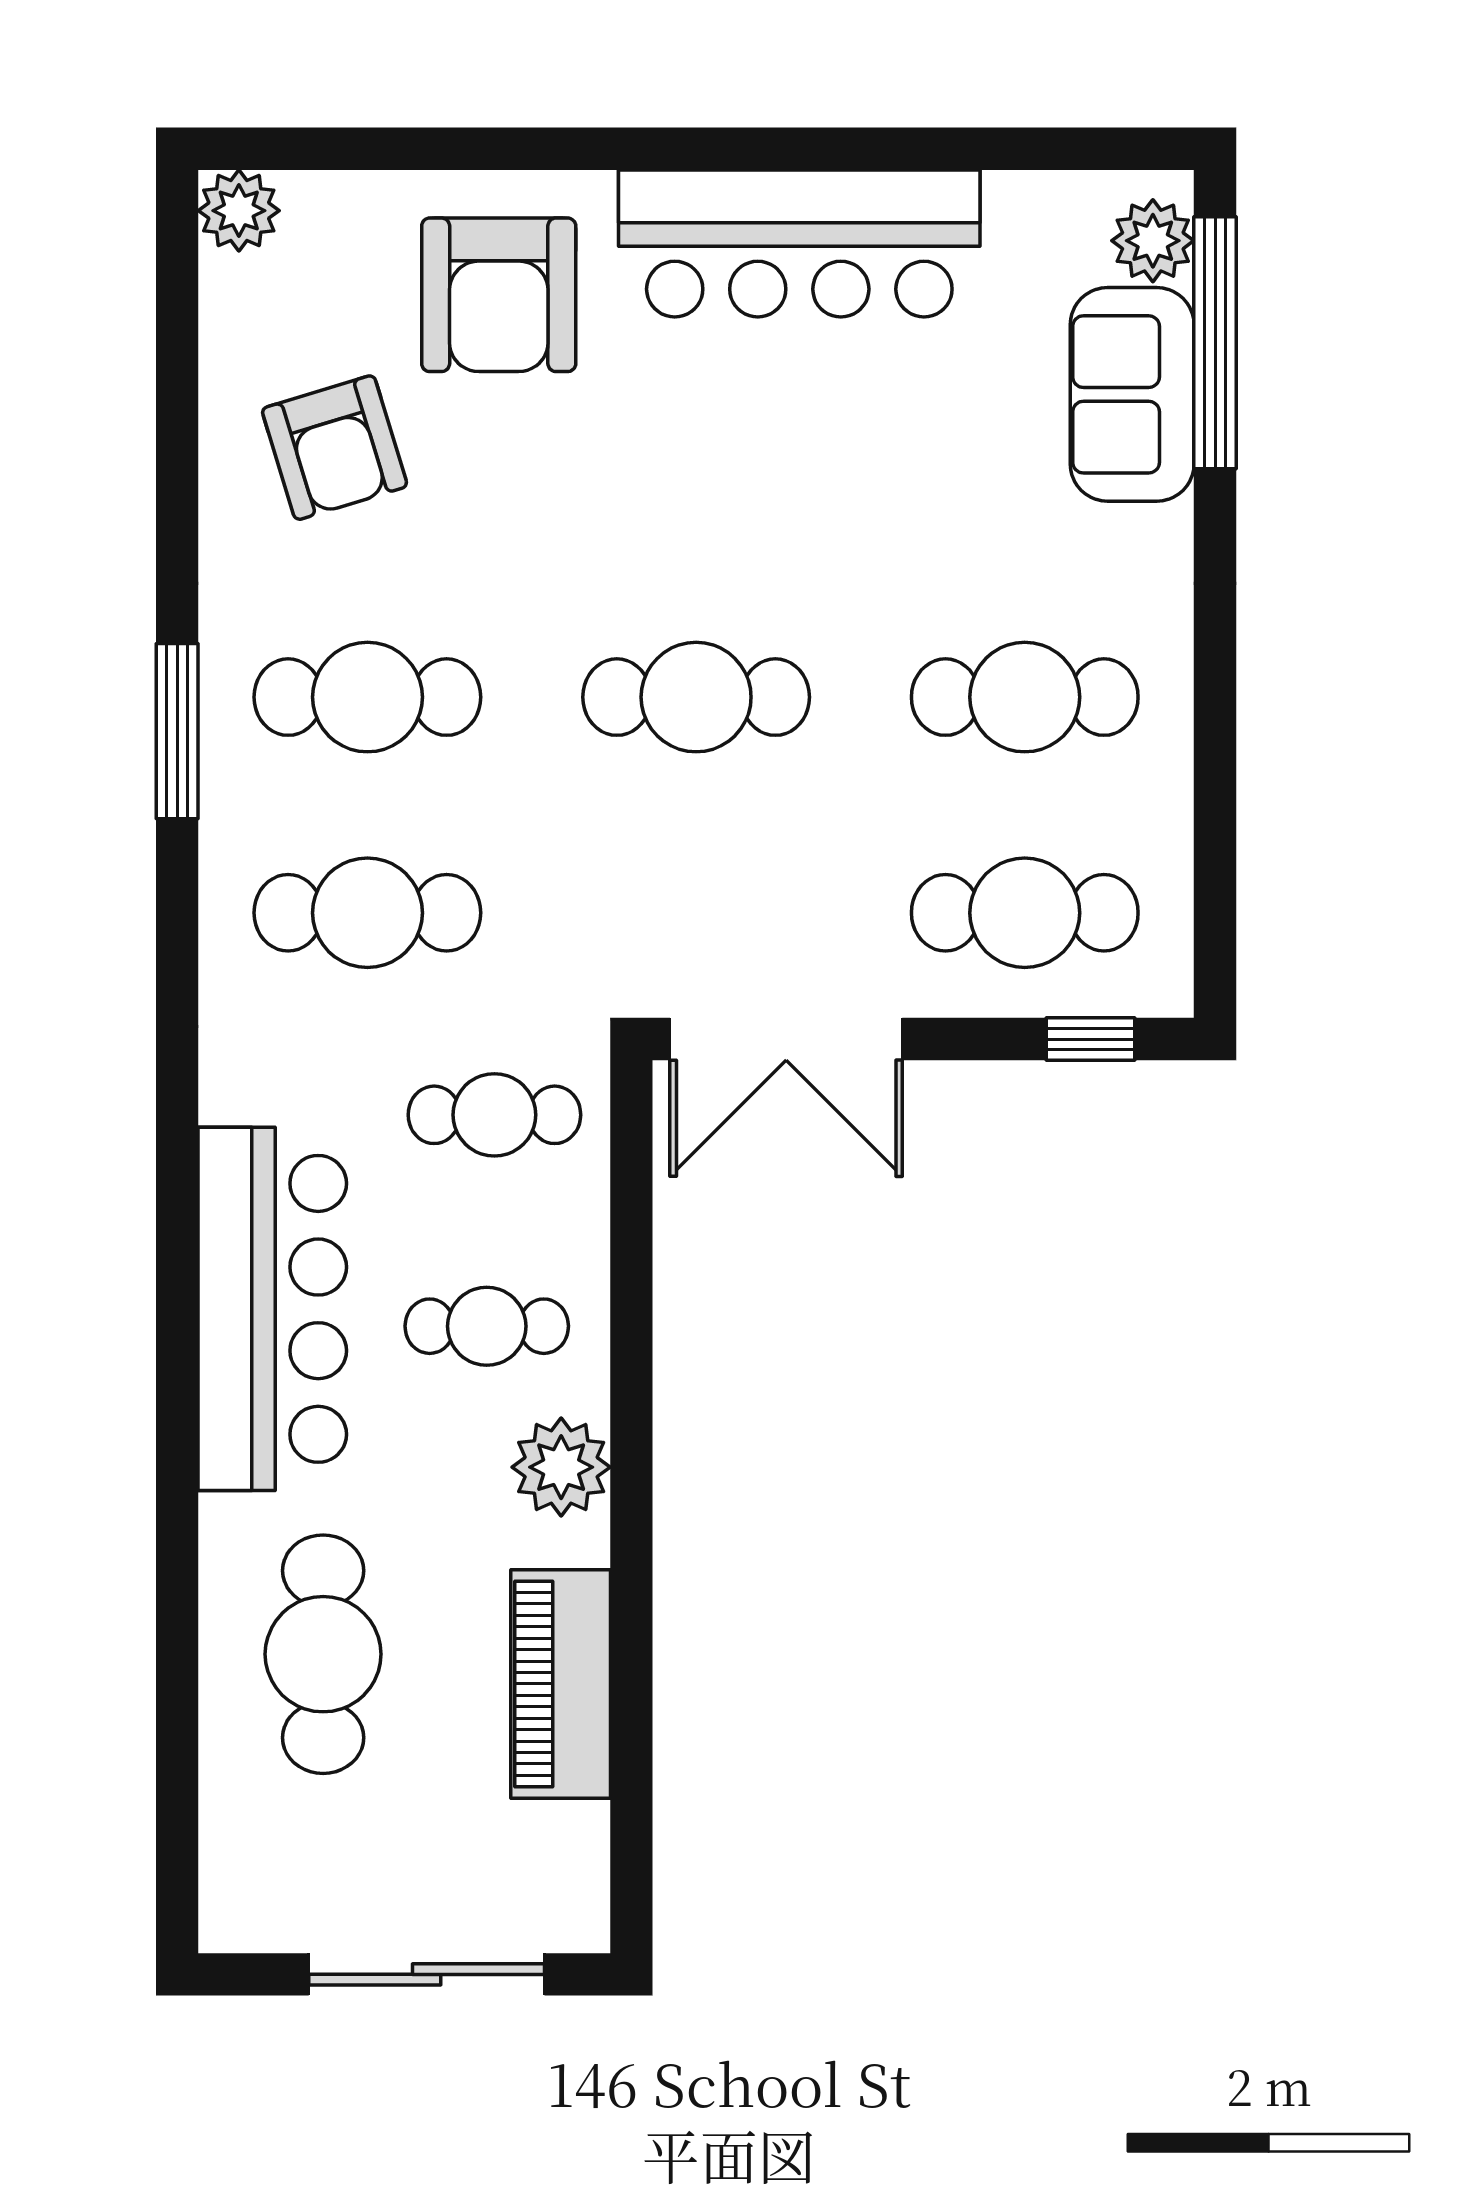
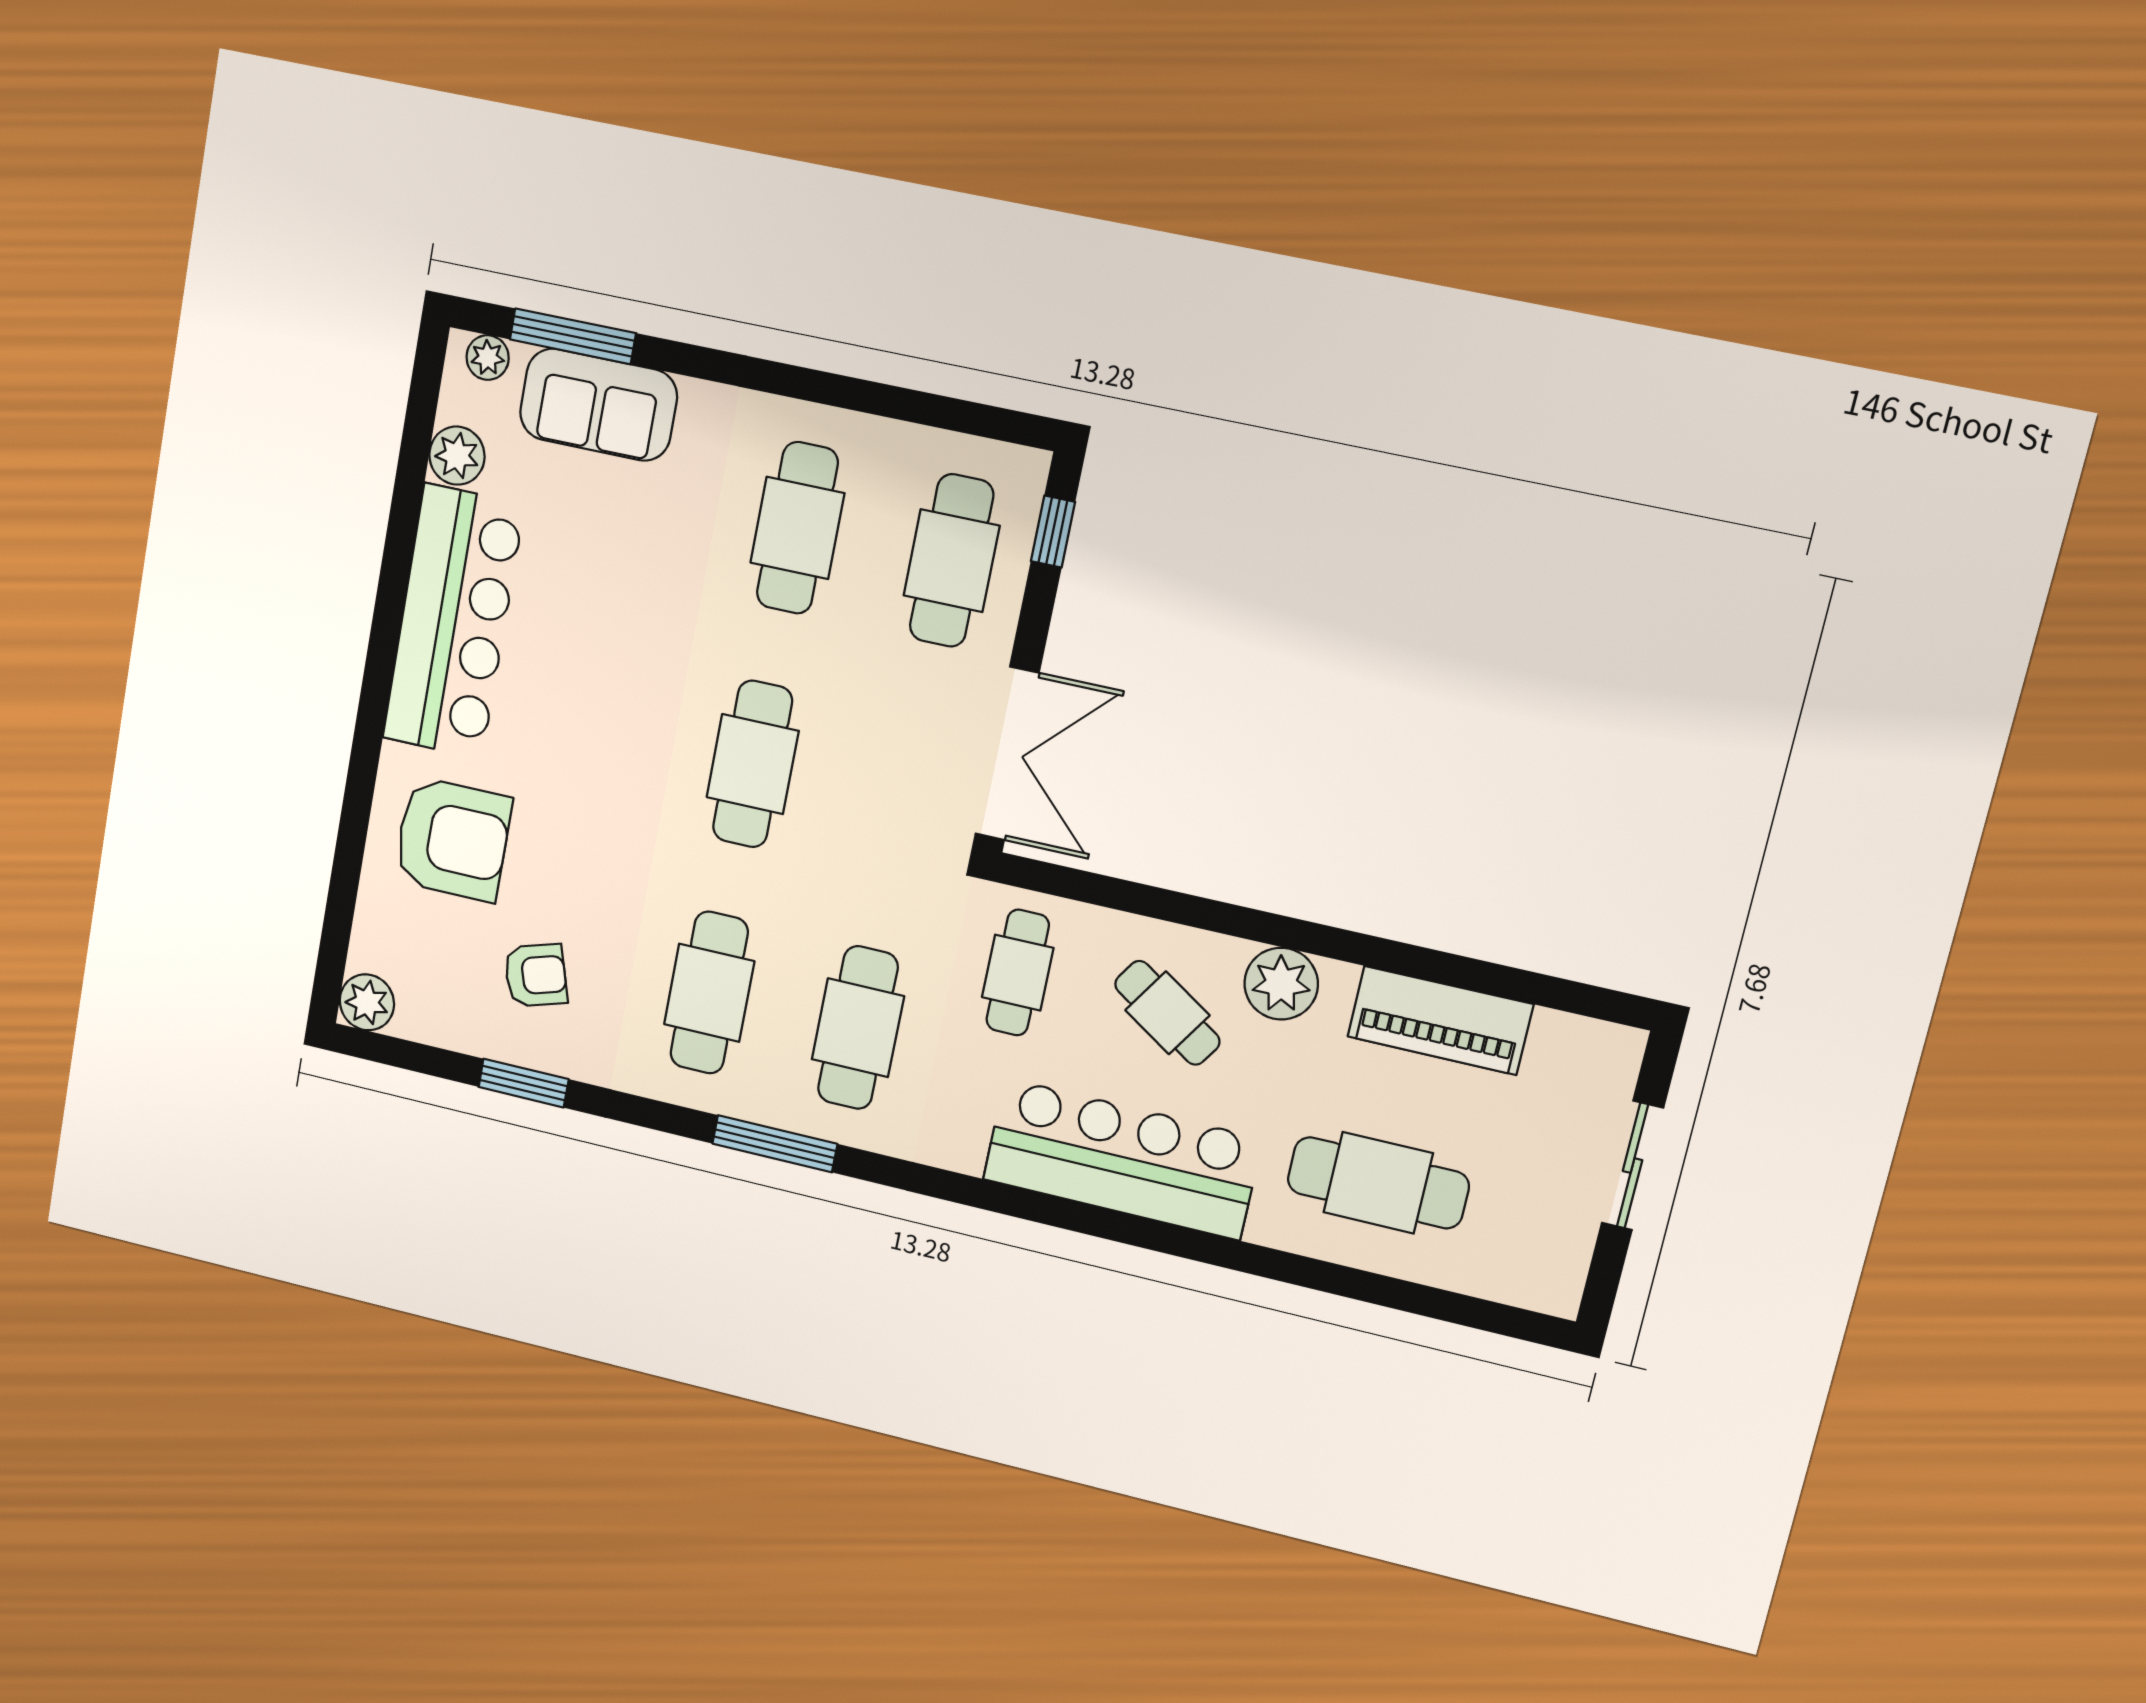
plant: (1025, 209) -> (457, 456), added
plant: (1153, 241) -> (488, 358), width x0.73, depth x0.73
window: (1215, 343) -> (573, 336), width x0.68
armchair: (335, 448) -> (536, 975), width x0.72, depth x0.72
window: (177, 458) -> (524, 1083), added
window: (177, 731) -> (775, 1144), moved
cafe table: (487, 1326) -> (1167, 1013), turned -57
sliding door: (427, 1974) -> (1632, 1166), width x0.73

